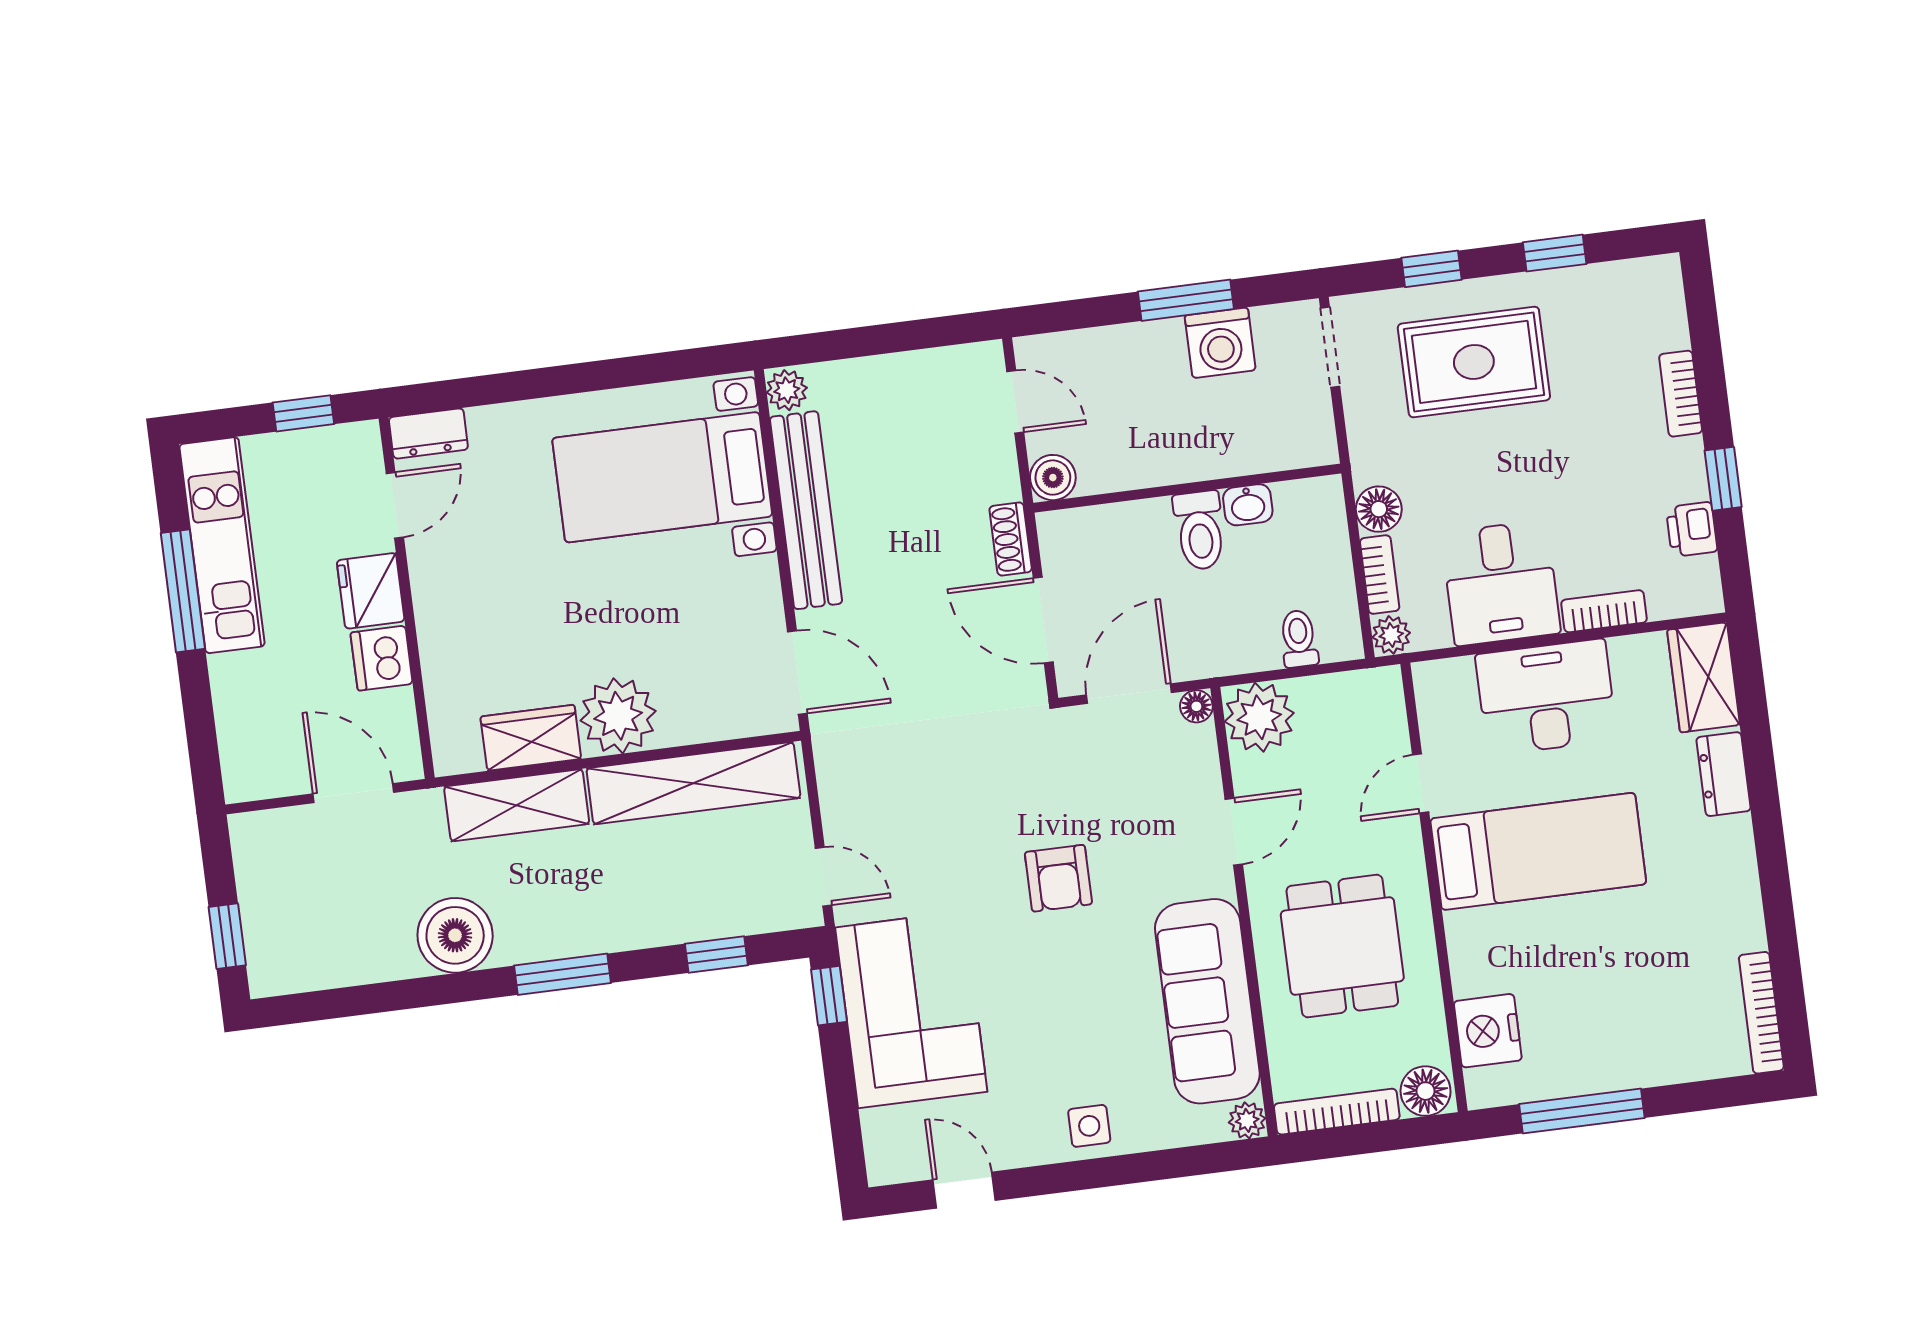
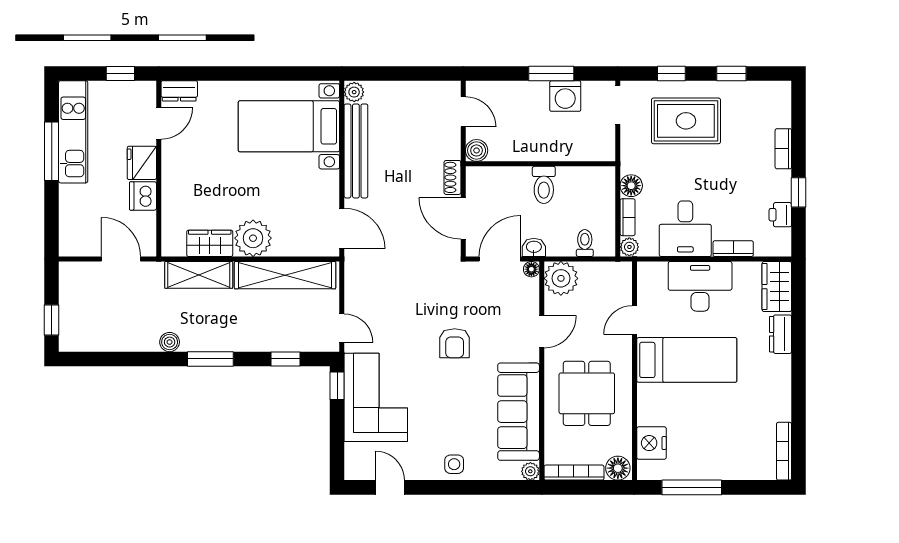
washbasin: (1248, 505) -> (534, 247), moved, turned 180
boiler: (455, 935) -> (170, 342), width x0.54, depth x0.54

